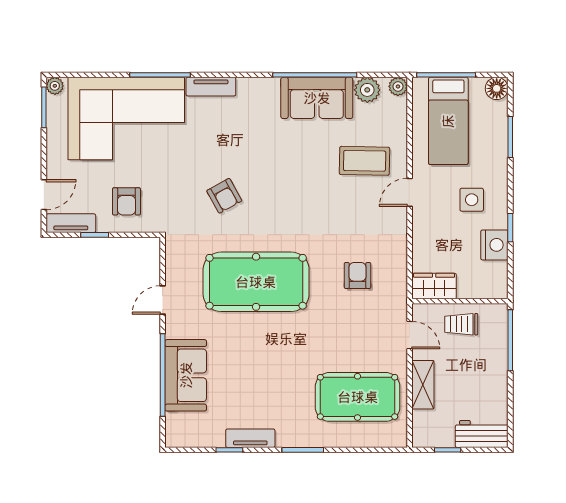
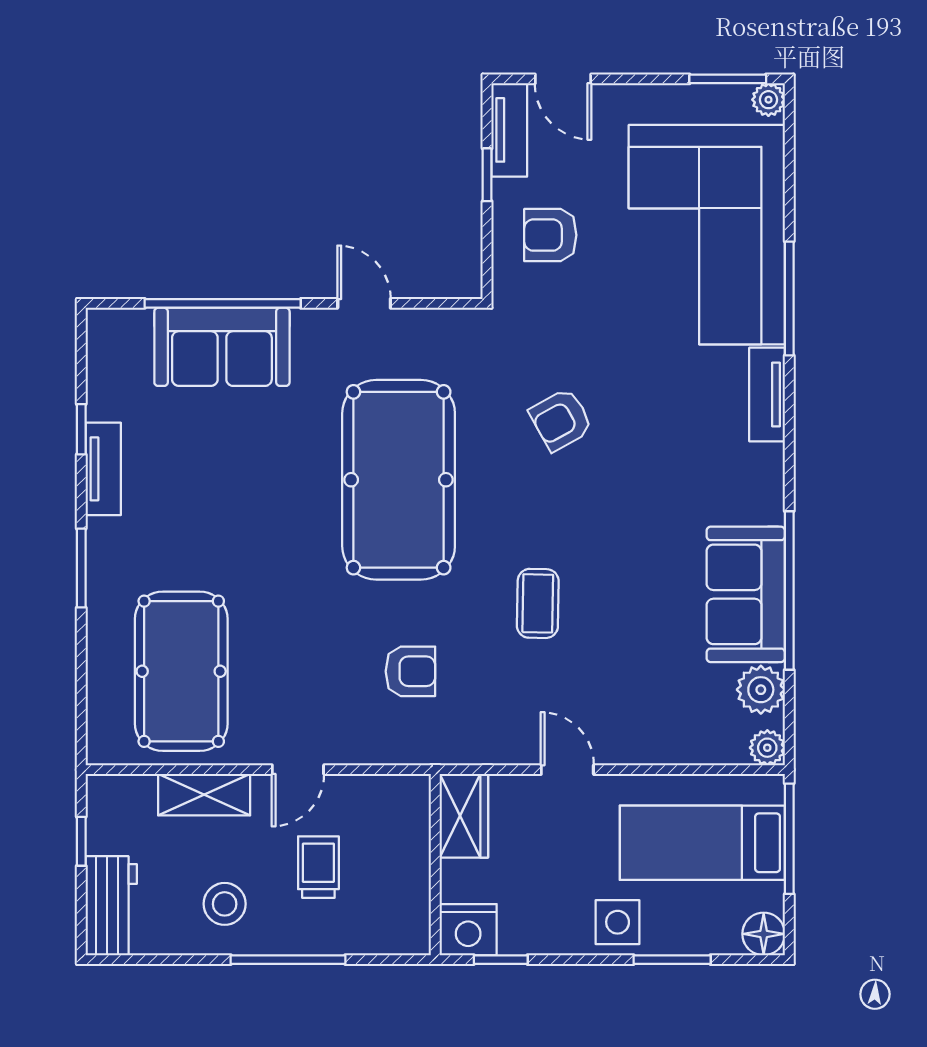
coffee table: (365, 161) -> (538, 603), moved, width x0.73, depth x0.77
side table: (472, 200) -> (618, 922), moved
wardrobe: (434, 286) -> (464, 816), moved
wall: (460, 301) -> (435, 865), moved
stool: (481, 374) -> (225, 904), added

